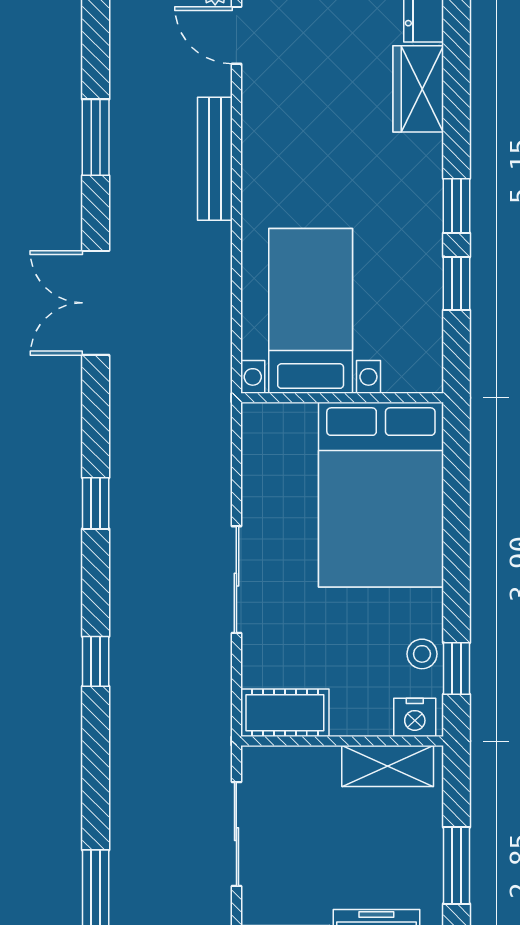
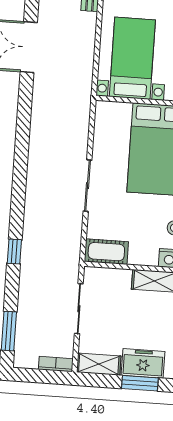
window: (96, 503) -> (22, 144), removed
window: (96, 661) -> (14, 251), moved

